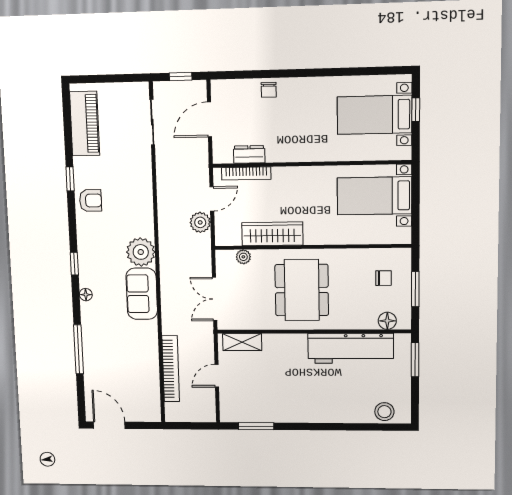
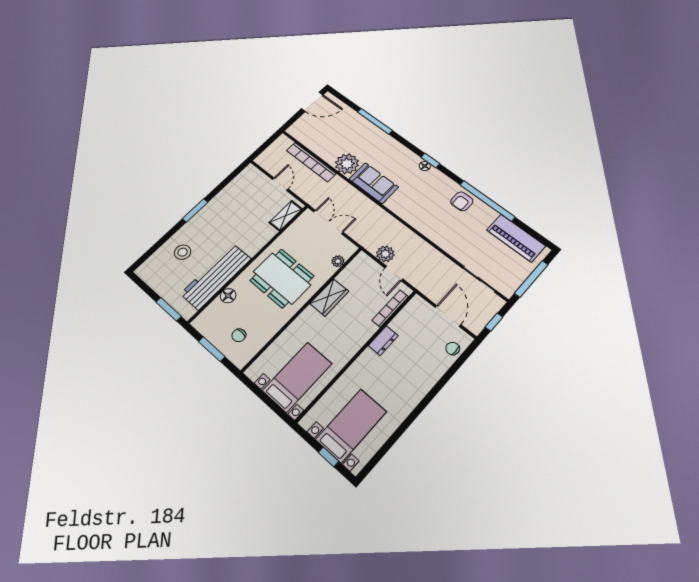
window: (113, 78) -> (531, 279), added
chair: (269, 90) -> (453, 349), moved
dresser: (249, 154) -> (383, 341), moved
window: (70, 179) -> (487, 201), width x3.17
wardrobe: (272, 234) -> (329, 297), width x0.67
plant: (141, 252) -> (347, 164), moved
floor lamp: (86, 295) -> (425, 166), moved
floor lamp: (387, 321) -> (228, 296), moved
stool: (384, 412) -> (183, 252), moved
window: (256, 426) -> (195, 210), moved

